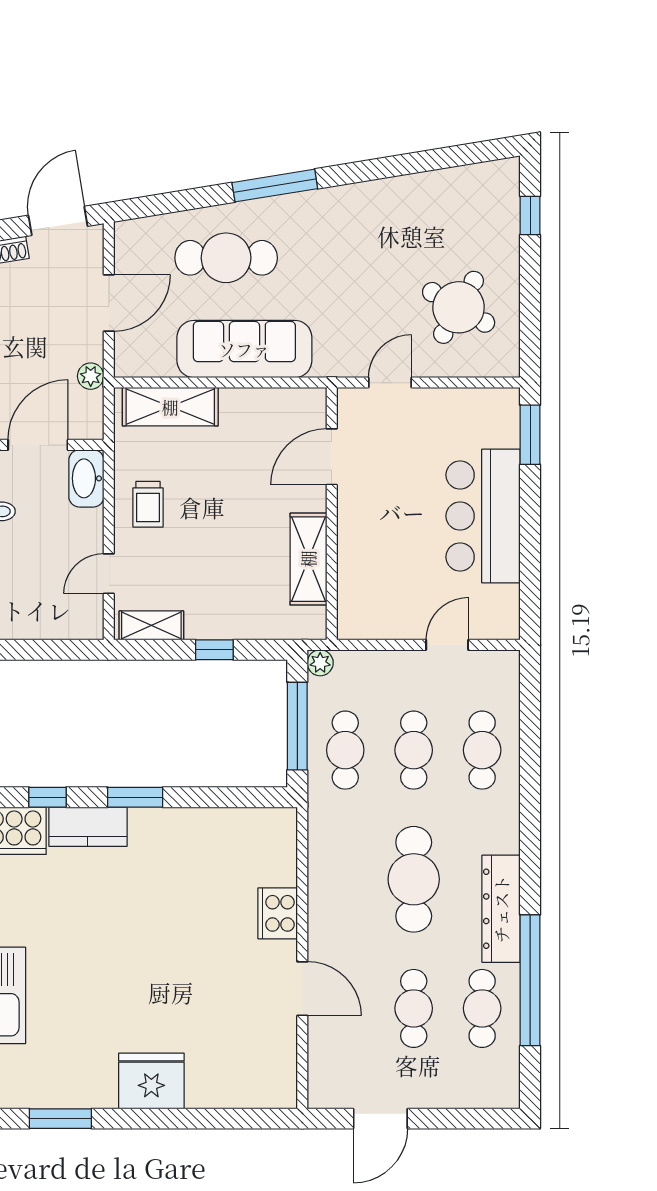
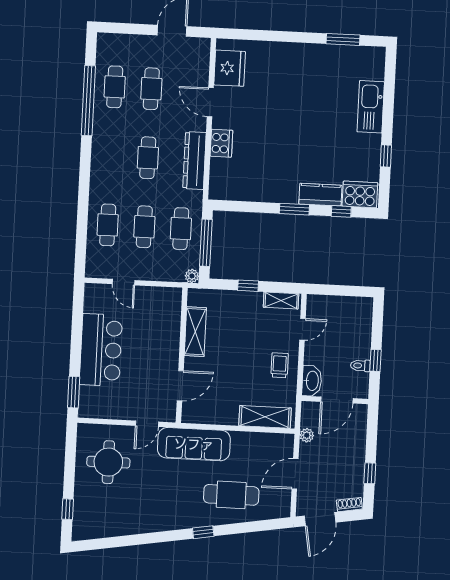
window: (275, 186) -> (203, 532), width x0.46
round table: (459, 307) -> (108, 462), turned -30
sofa: (244, 349) -> (194, 444), moved
door: (447, 645) -> (124, 282), hinge flipped
cafe table: (414, 879) -> (148, 158), width x0.73, depth x0.74
dresser: (501, 909) -> (194, 161), moved, turned 180
fridge: (151, 1081) -> (230, 68), moved, turned -90

